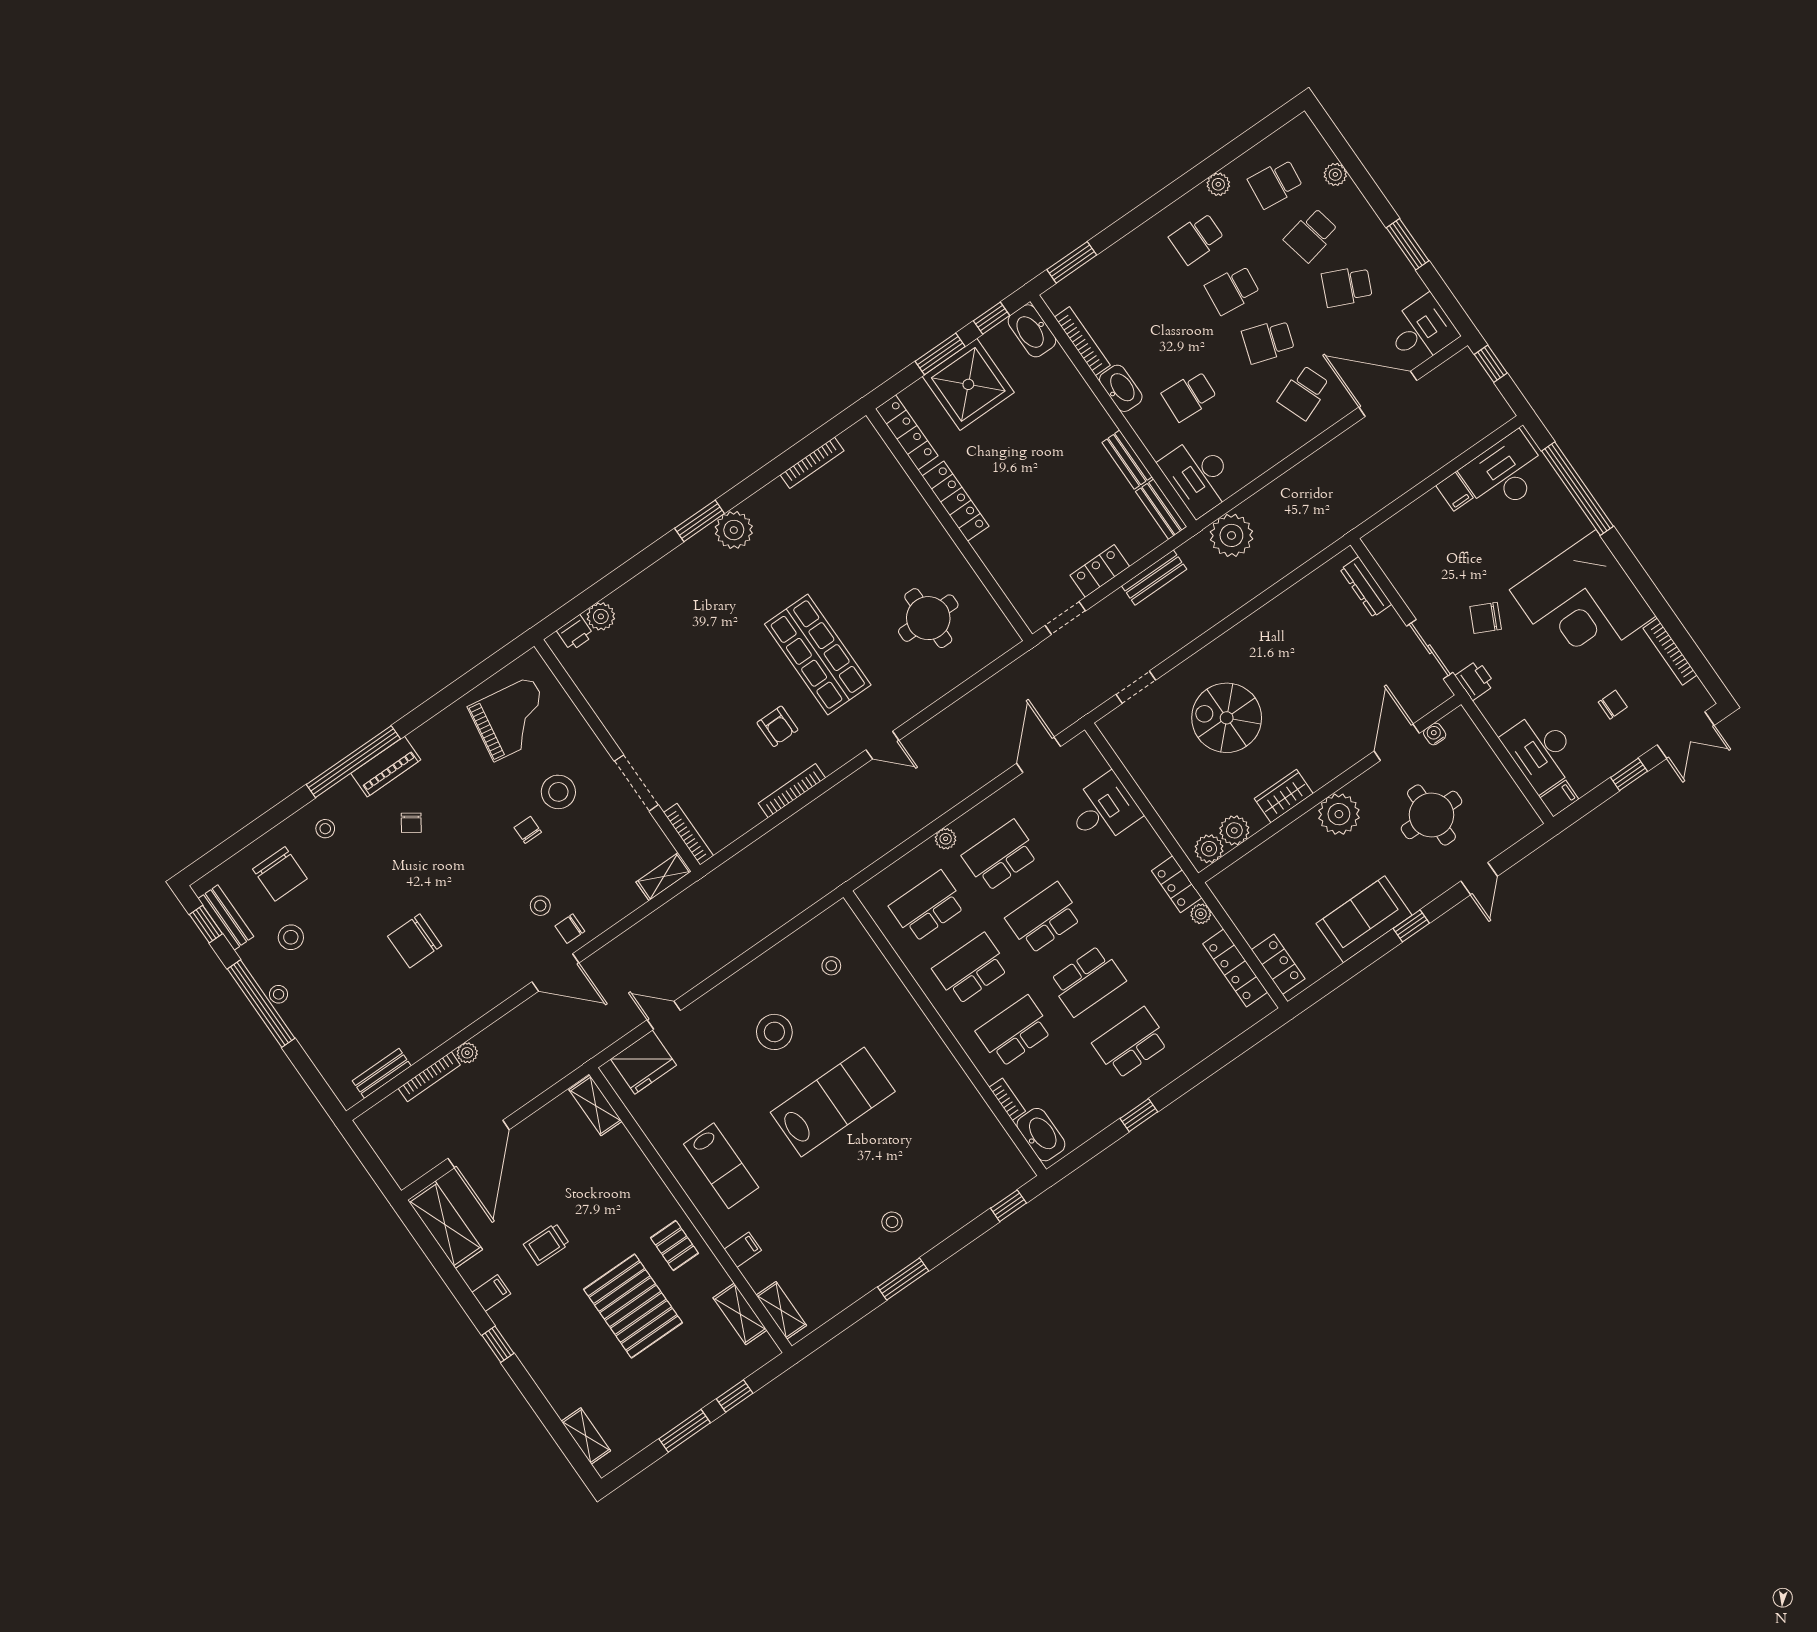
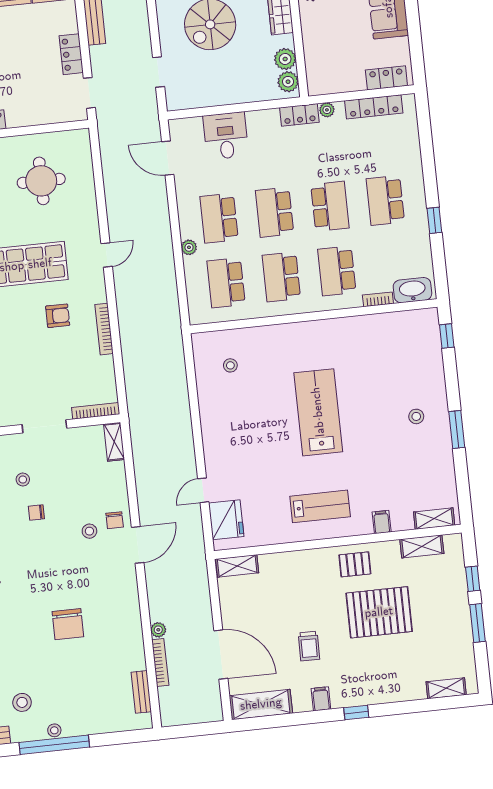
stool: (558, 792) -> (23, 480), width x0.53, depth x0.53
stool: (774, 1032) -> (253, 425), removed

